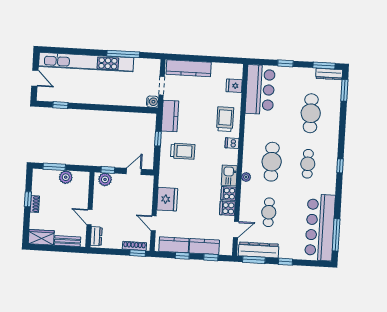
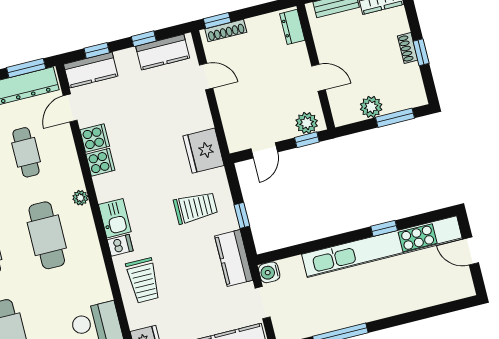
kitchen unit: (86, 62) -> (382, 247), moved, turned 180
window: (60, 105) -> (384, 228), moved
trolley: (183, 151) -> (196, 208), turned 180
kitchen sink: (229, 176) -> (115, 218), moved
fridge: (167, 199) -> (204, 151), moved
door: (90, 217) -> (319, 78), moved
kitchen counter: (204, 247) -> (91, 70), moved

